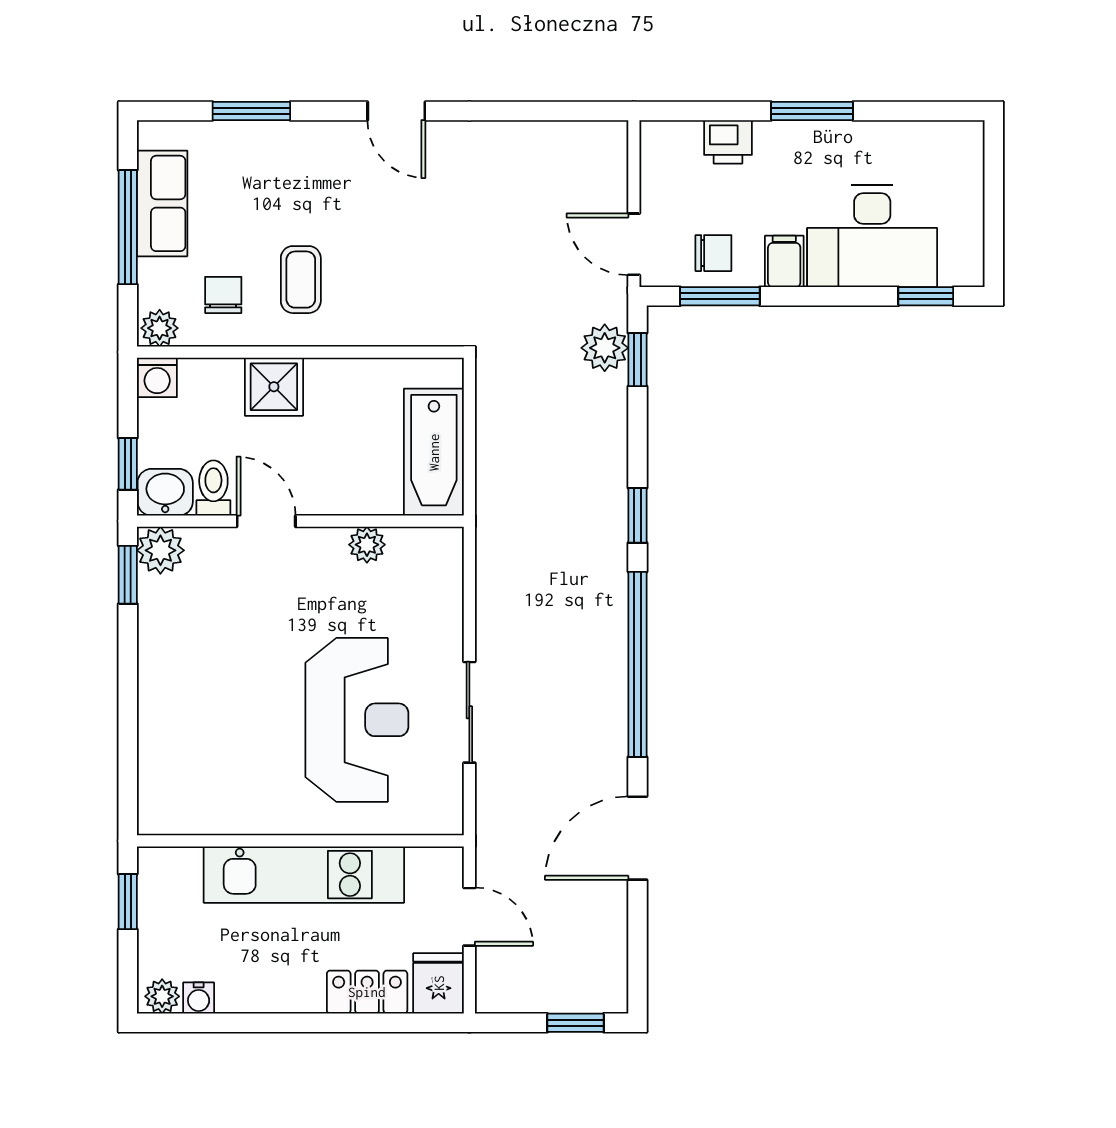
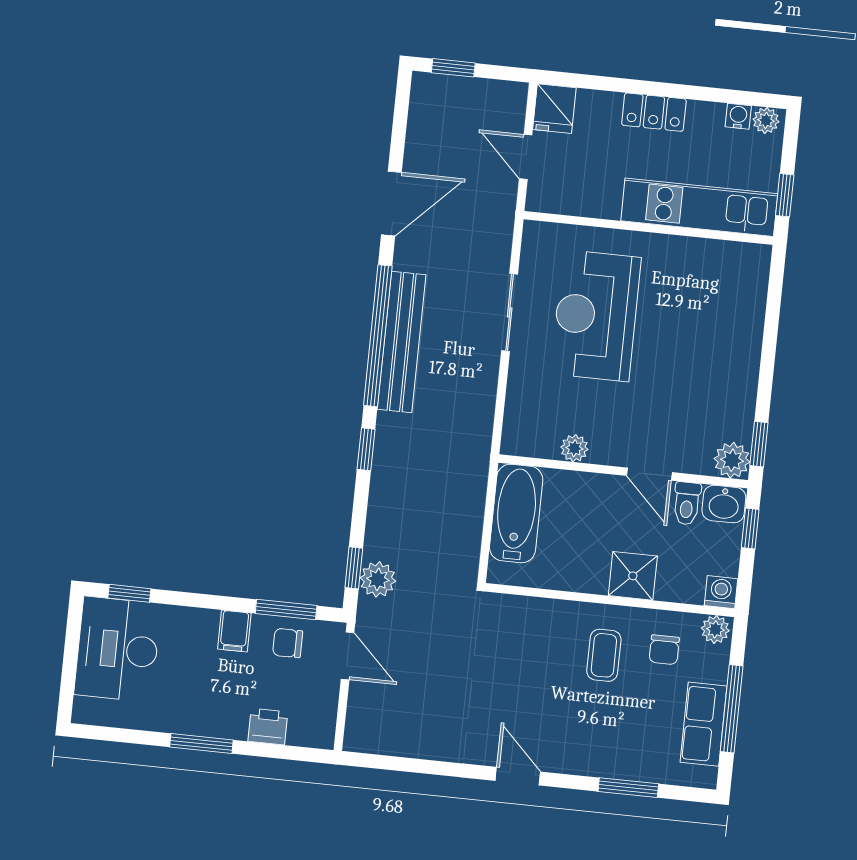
desk: (872, 236) -> (118, 649), moved, turned -90
bench: (606, 659) -> (402, 342), added
kitchen unit: (304, 875) -> (699, 207), moved
locker: (367, 992) -> (654, 112), moved

